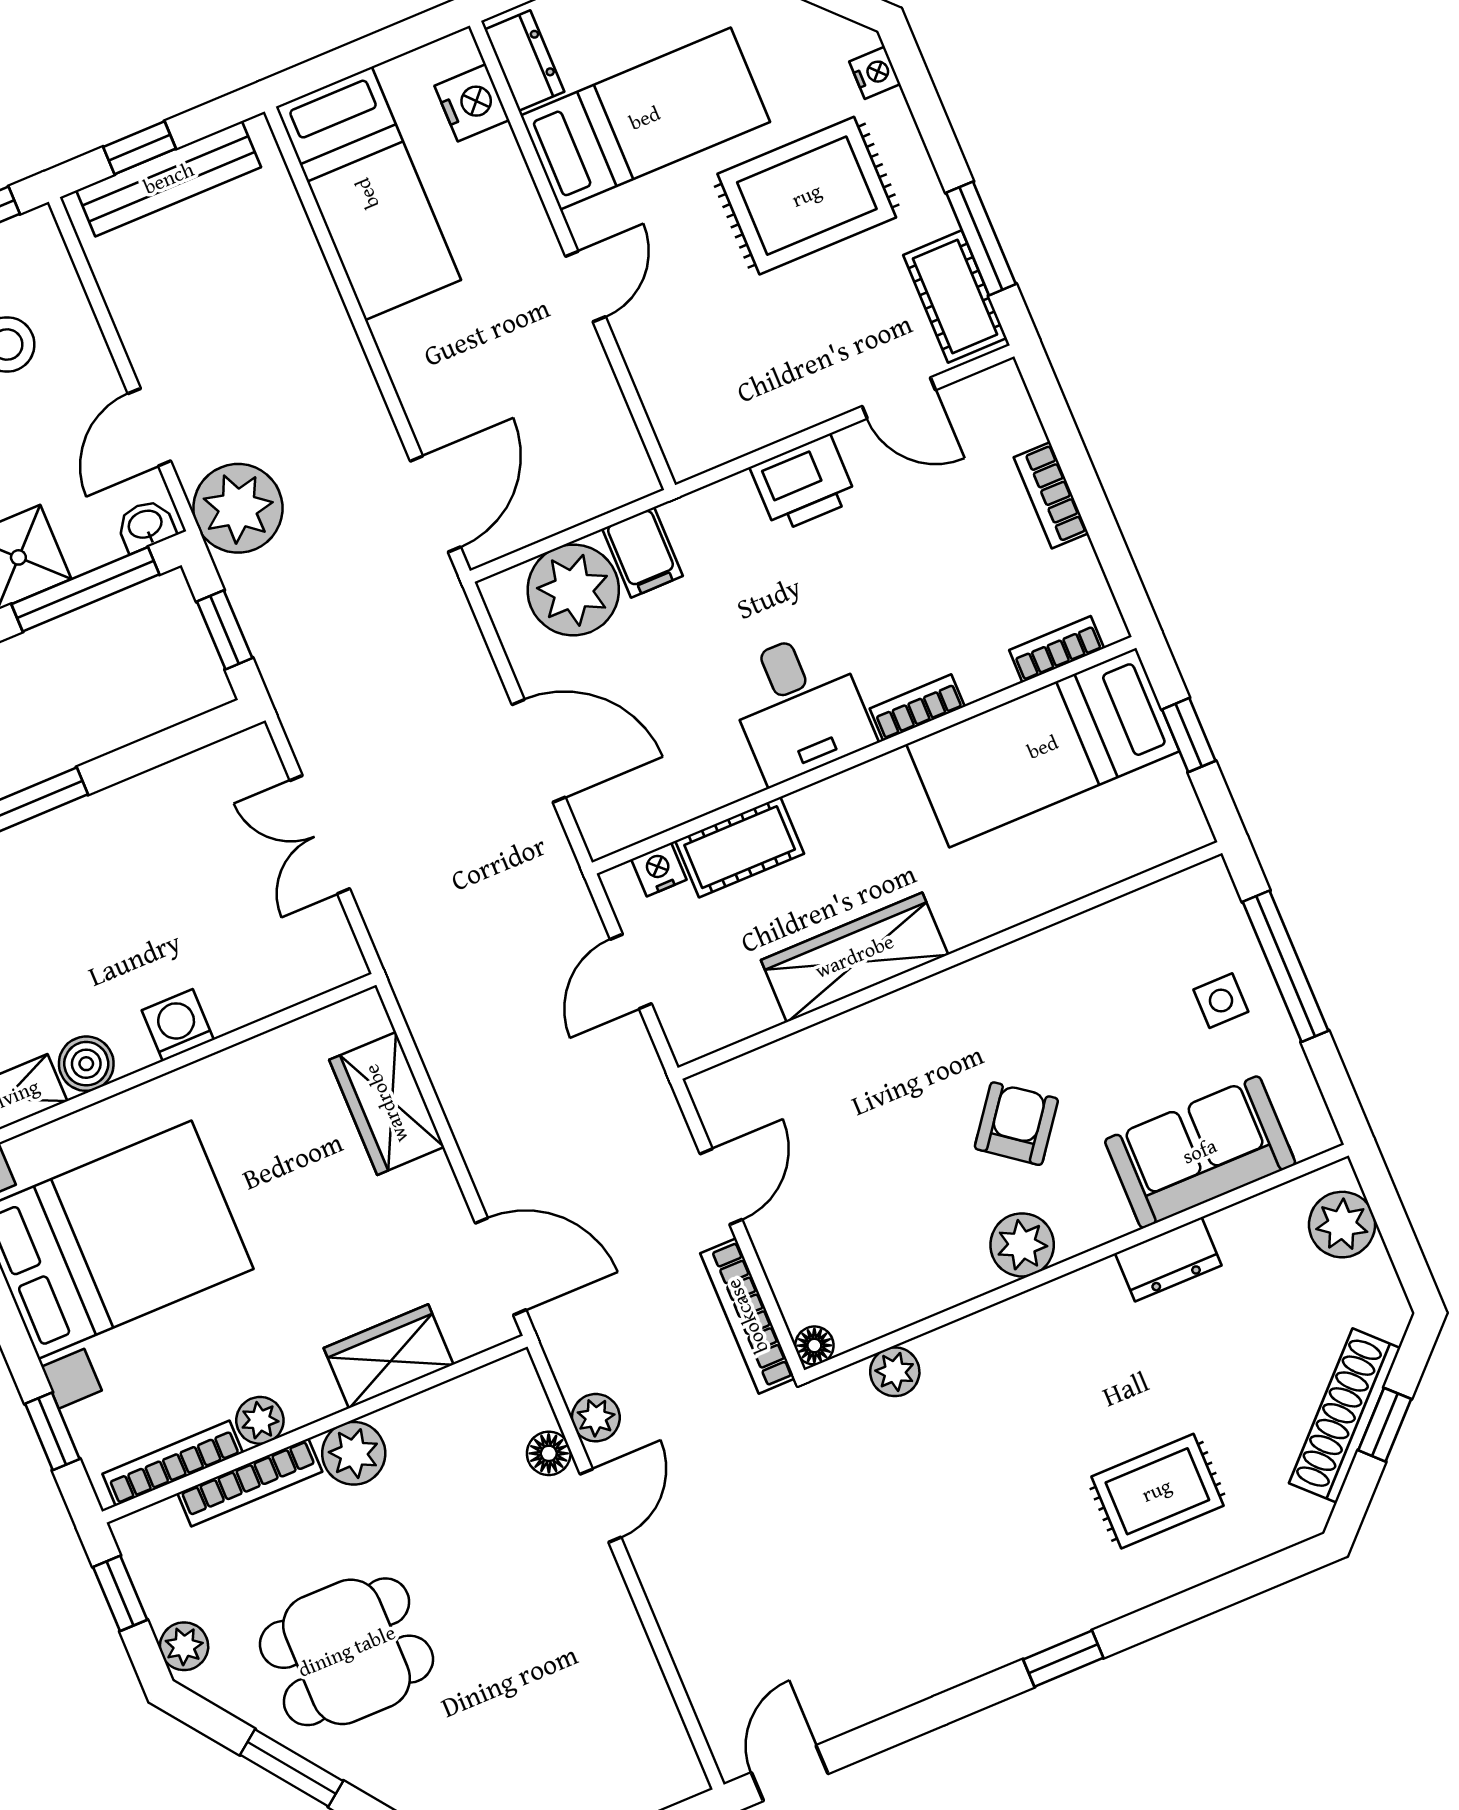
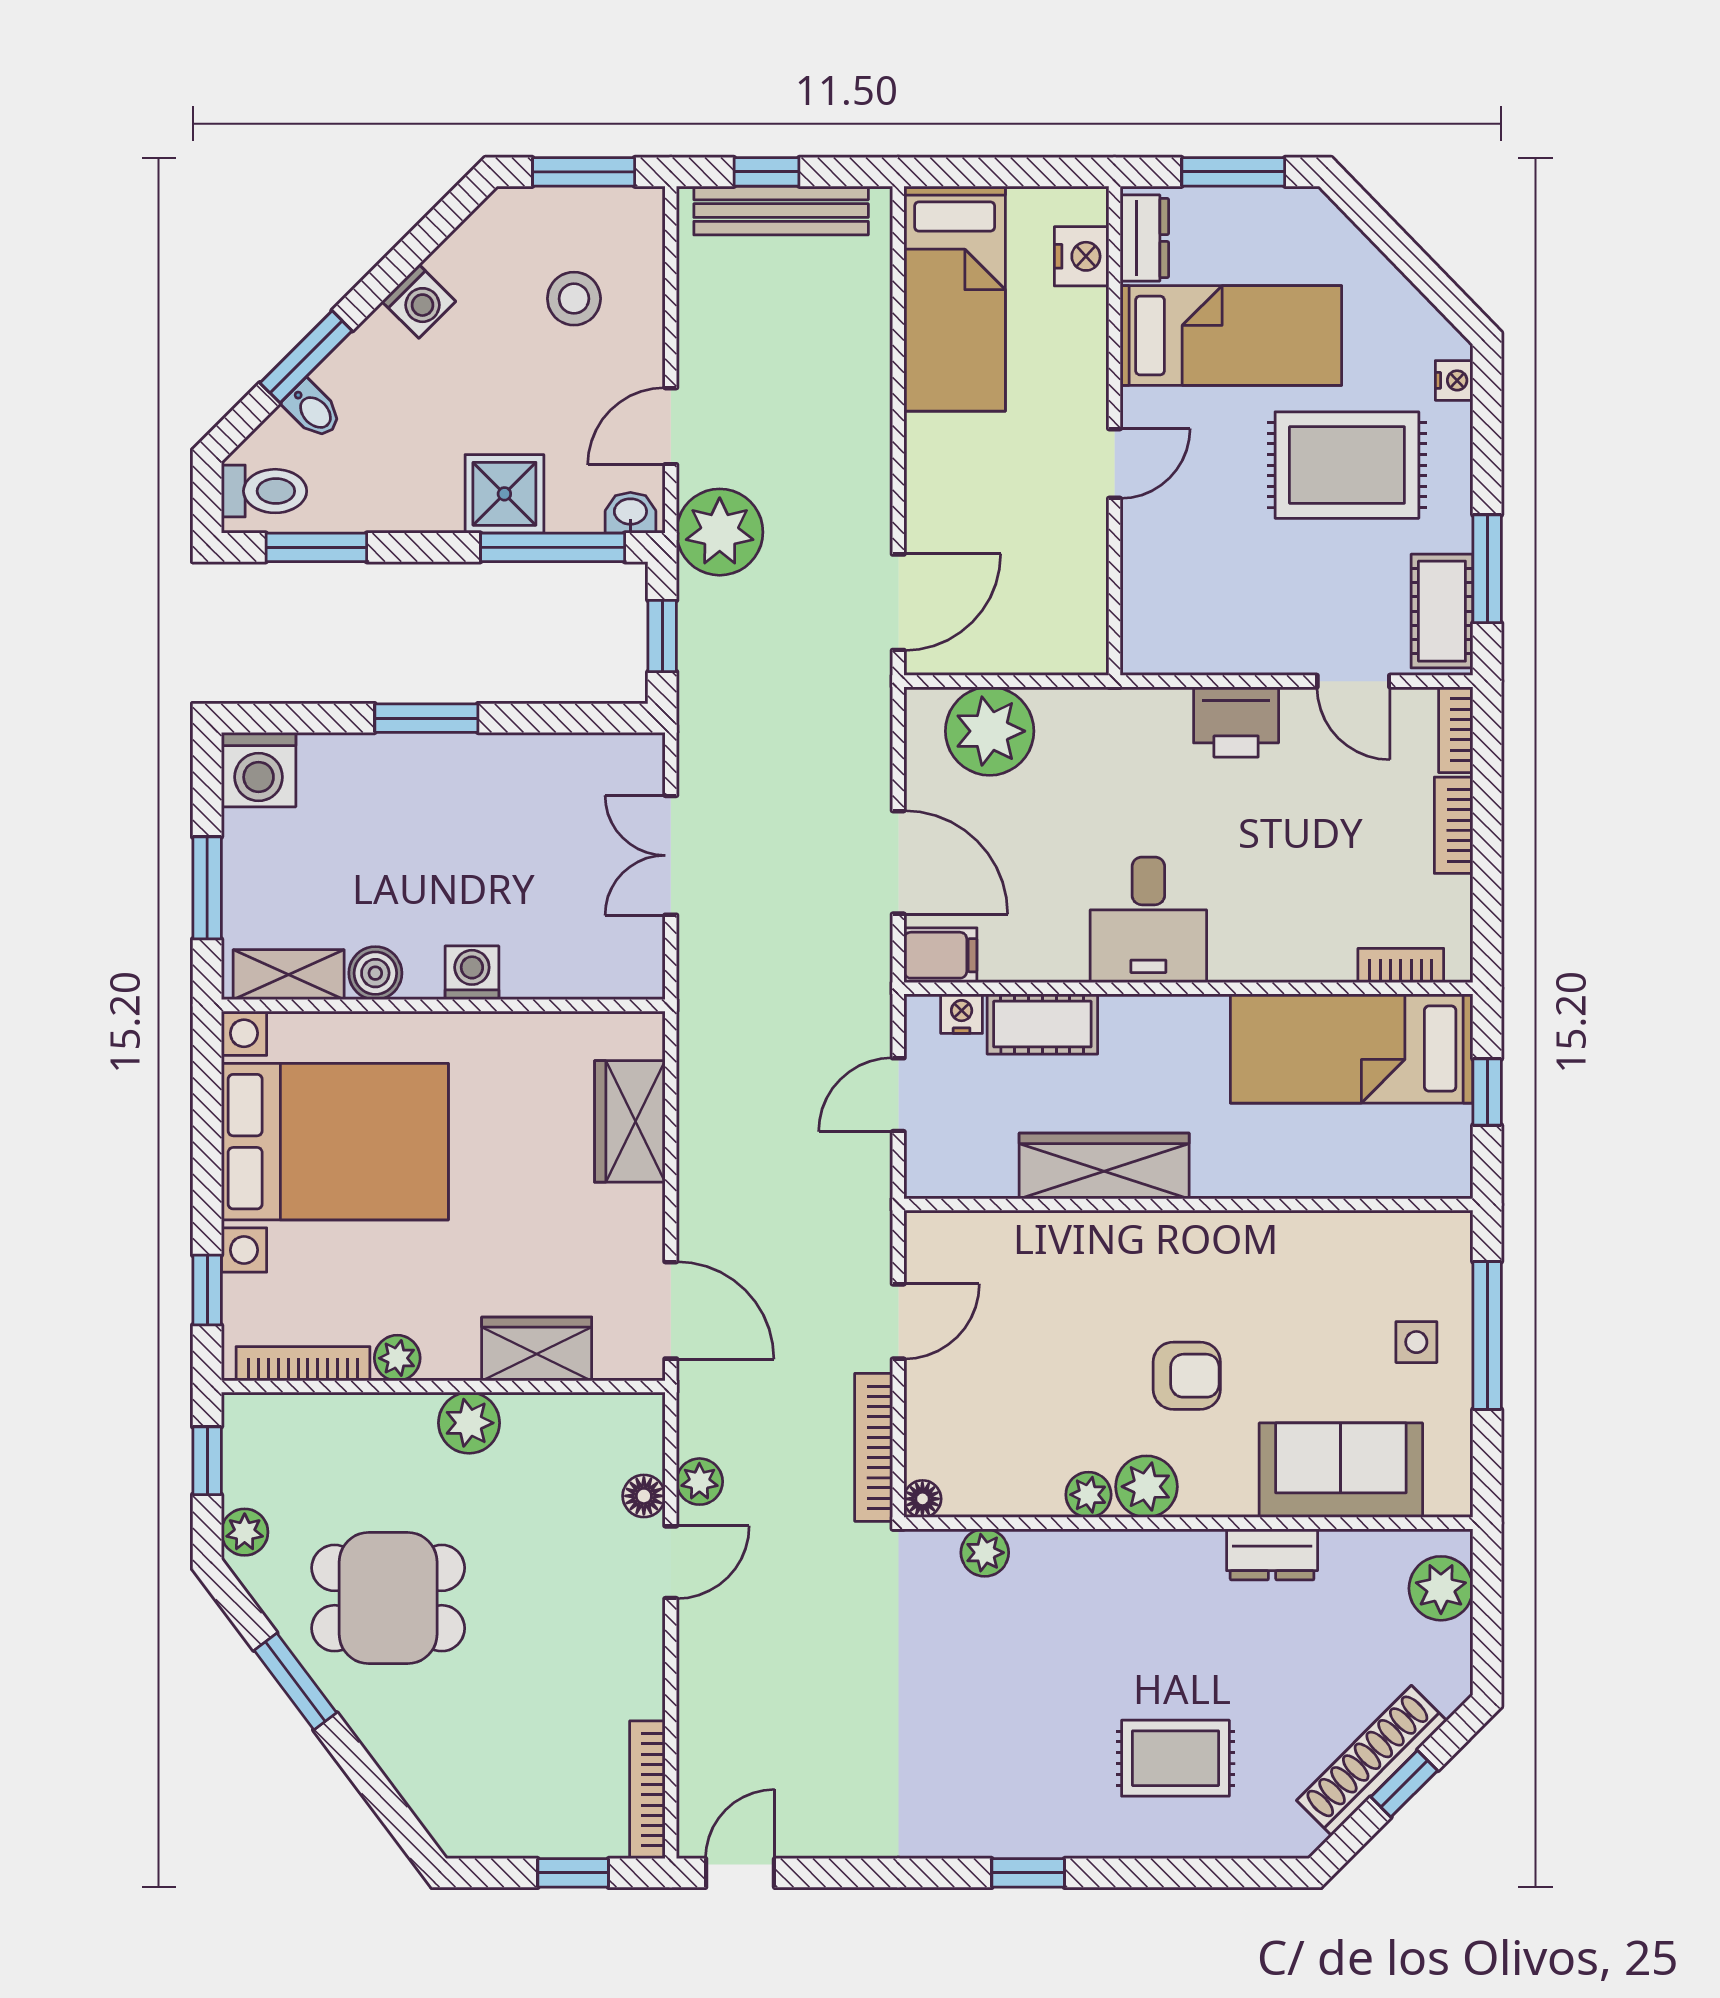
filing cabinet: (643, 552) -> (940, 955), moved, turned -90
bookcase: (917, 708) -> (1456, 730), moved, turned -90
armchair: (1016, 1124) -> (1187, 1376), turned 53
plant: (970, 1276) -> (1088, 1495), added
bookcase: (250, 1482) -> (647, 1790), moved, turned 90

